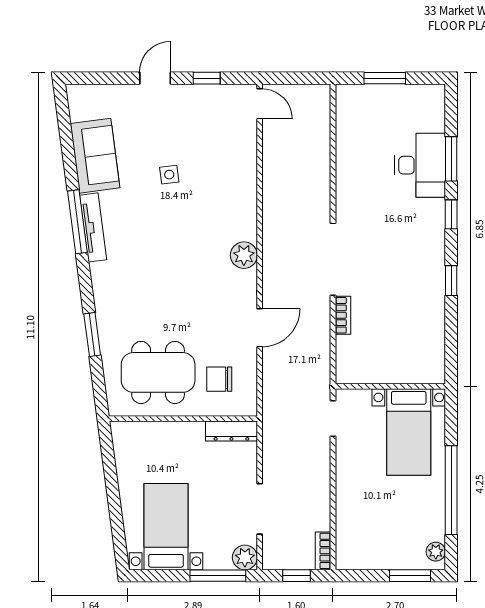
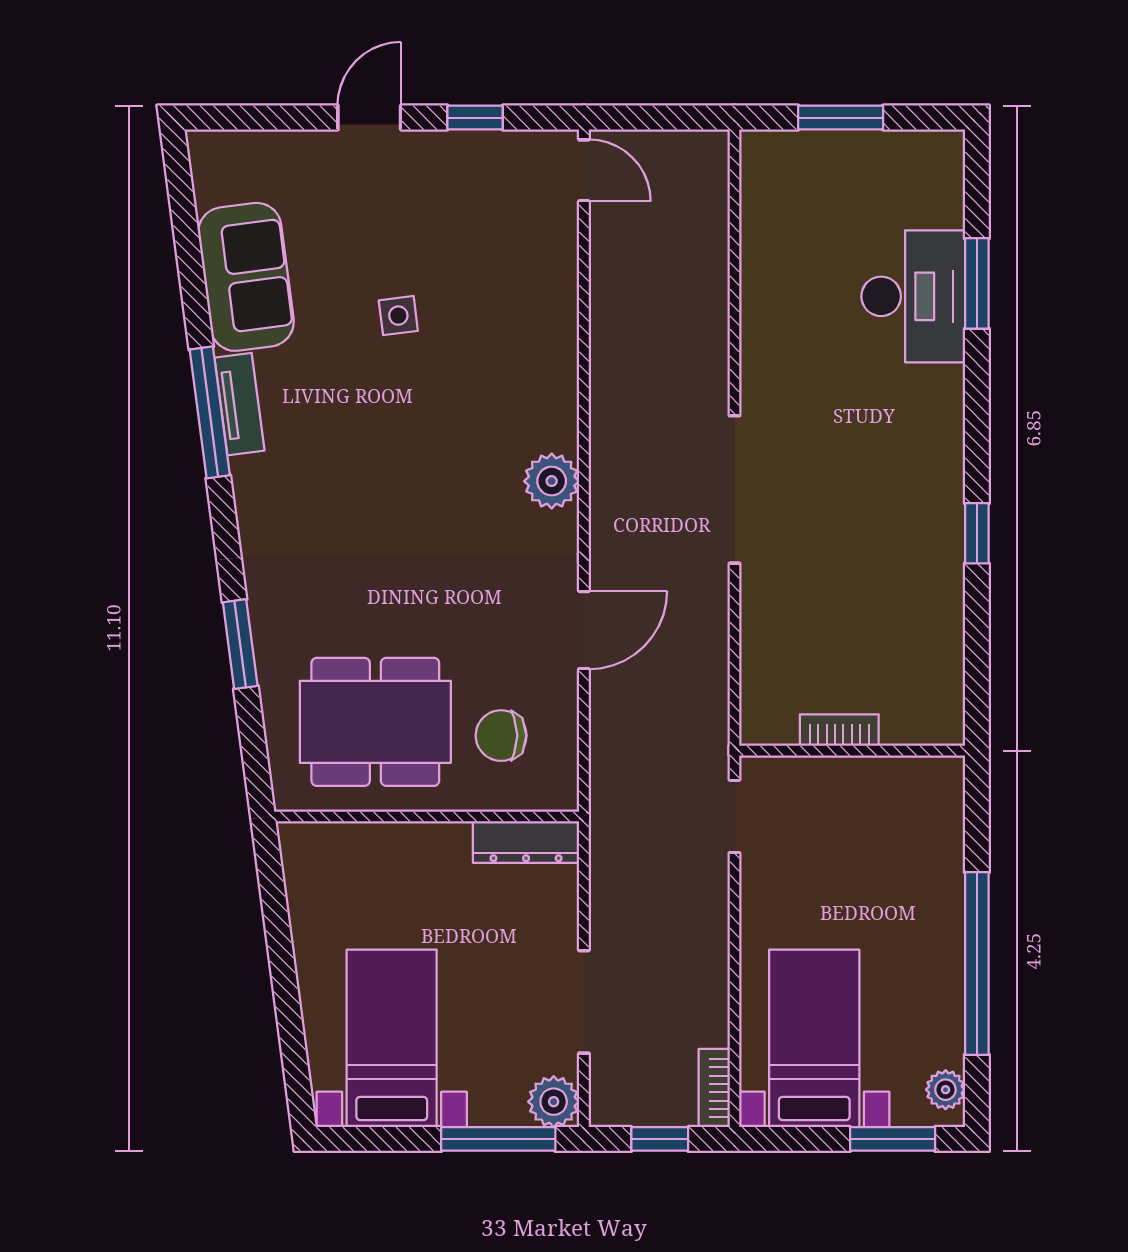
window: (451, 214) -> (977, 397), removed
tv unit: (93, 227) -> (239, 404), width x0.71
bookcase: (343, 315) -> (839, 730), moved, turned -90
bed with nightstands: (409, 432) -> (814, 1038), moved, turned 180

